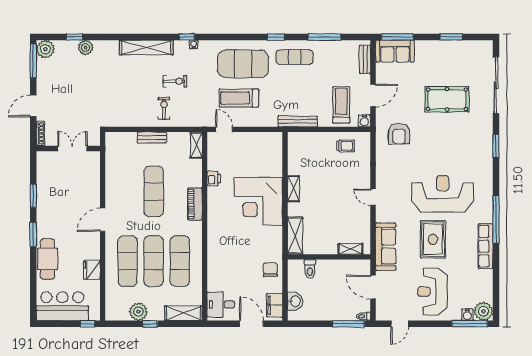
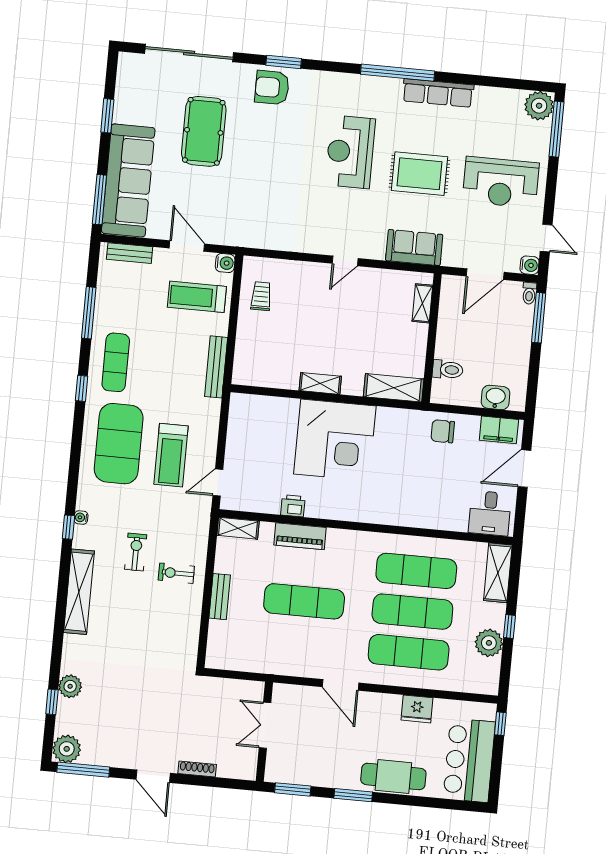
sofa: (395, 51) -> (128, 180), width x1.85, depth x1.27
armchair: (399, 134) -> (272, 87), moved, turned 180
wall: (68, 149) -> (264, 732), moved
double door: (72, 149) -> (265, 725), moved
reception desk: (443, 194) -> (350, 152), width x0.74, depth x0.77
piano: (195, 204) -> (300, 536), moved
sofa: (386, 247) -> (414, 248), width x0.73
water cooler: (467, 315) -> (529, 265), moved

